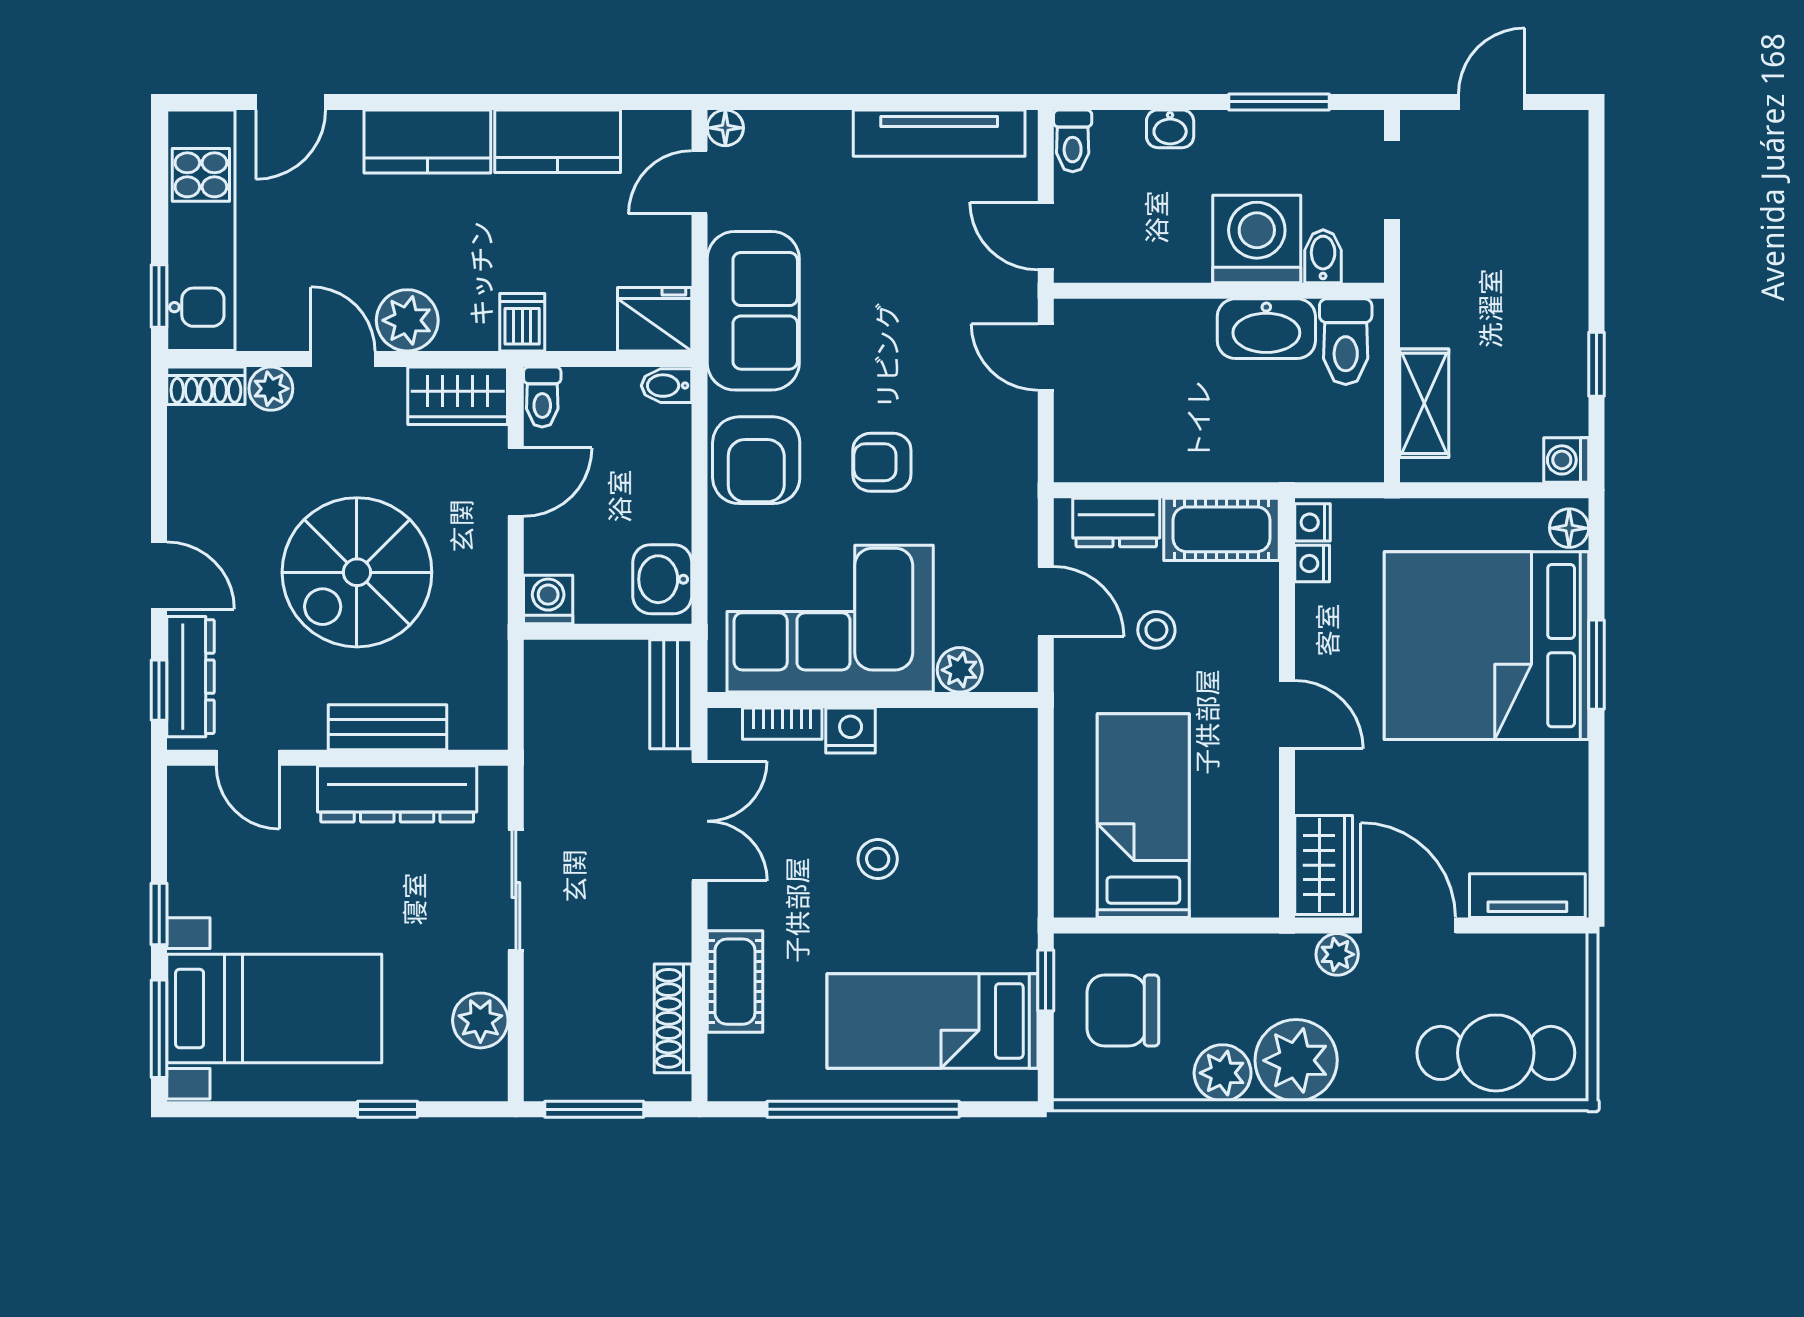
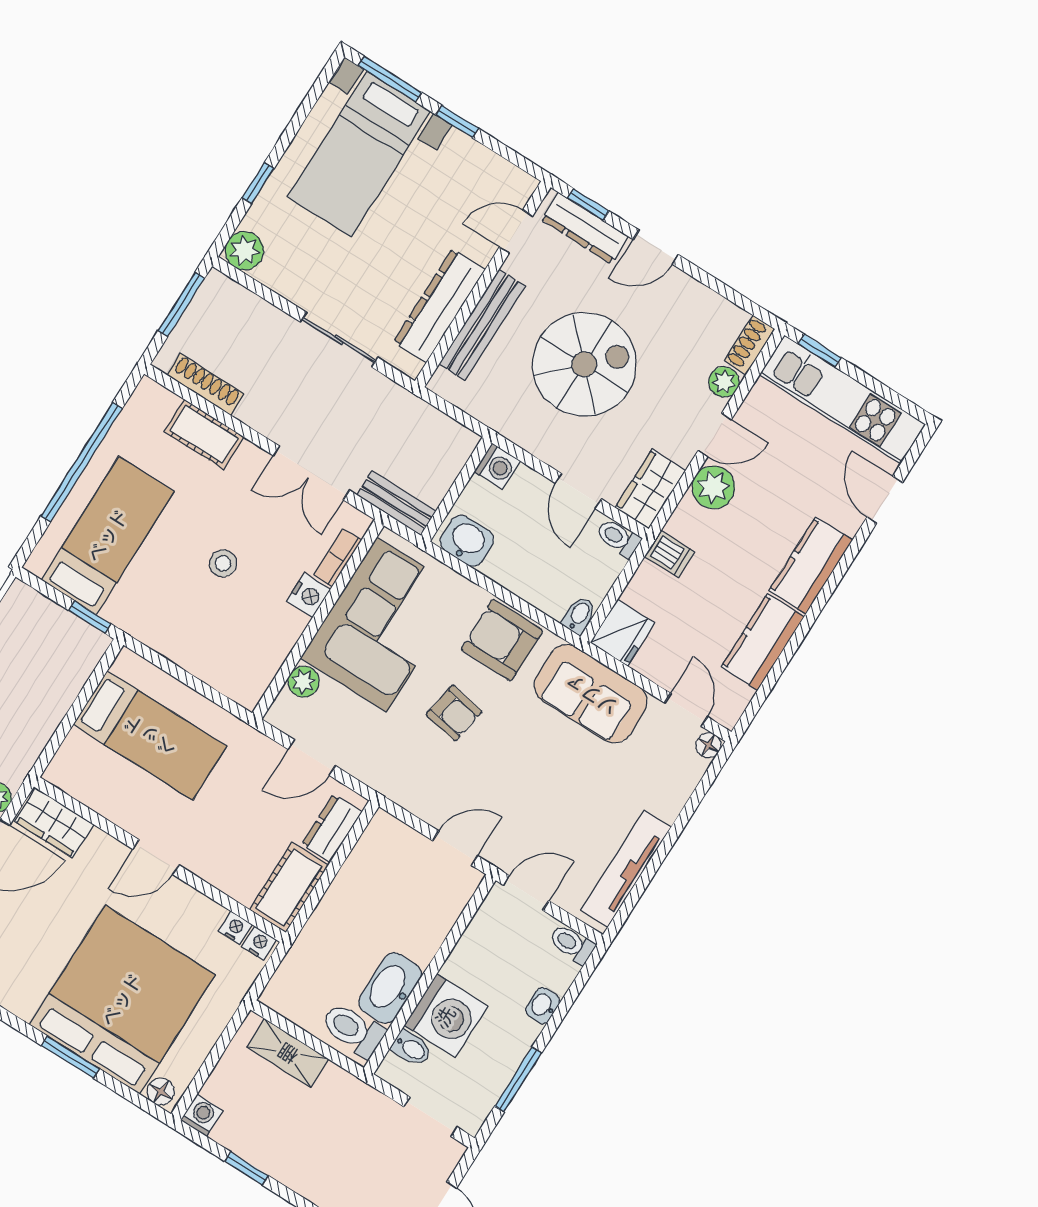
armchair: (882, 462) -> (454, 713), turned 100
spiral stairs: (357, 572) -> (584, 364), turned 90
stool: (1156, 630) -> (254, 812), removed
bench: (388, 727) -> (482, 325), width x1.36
chair: (1123, 1011) -> (43, 651), removed
plant: (480, 1020) -> (244, 251), moved

